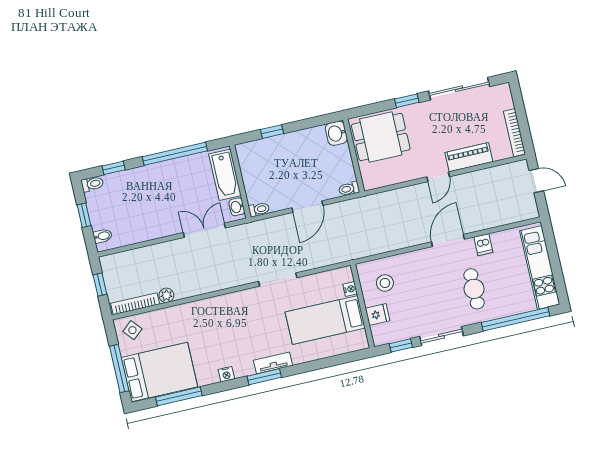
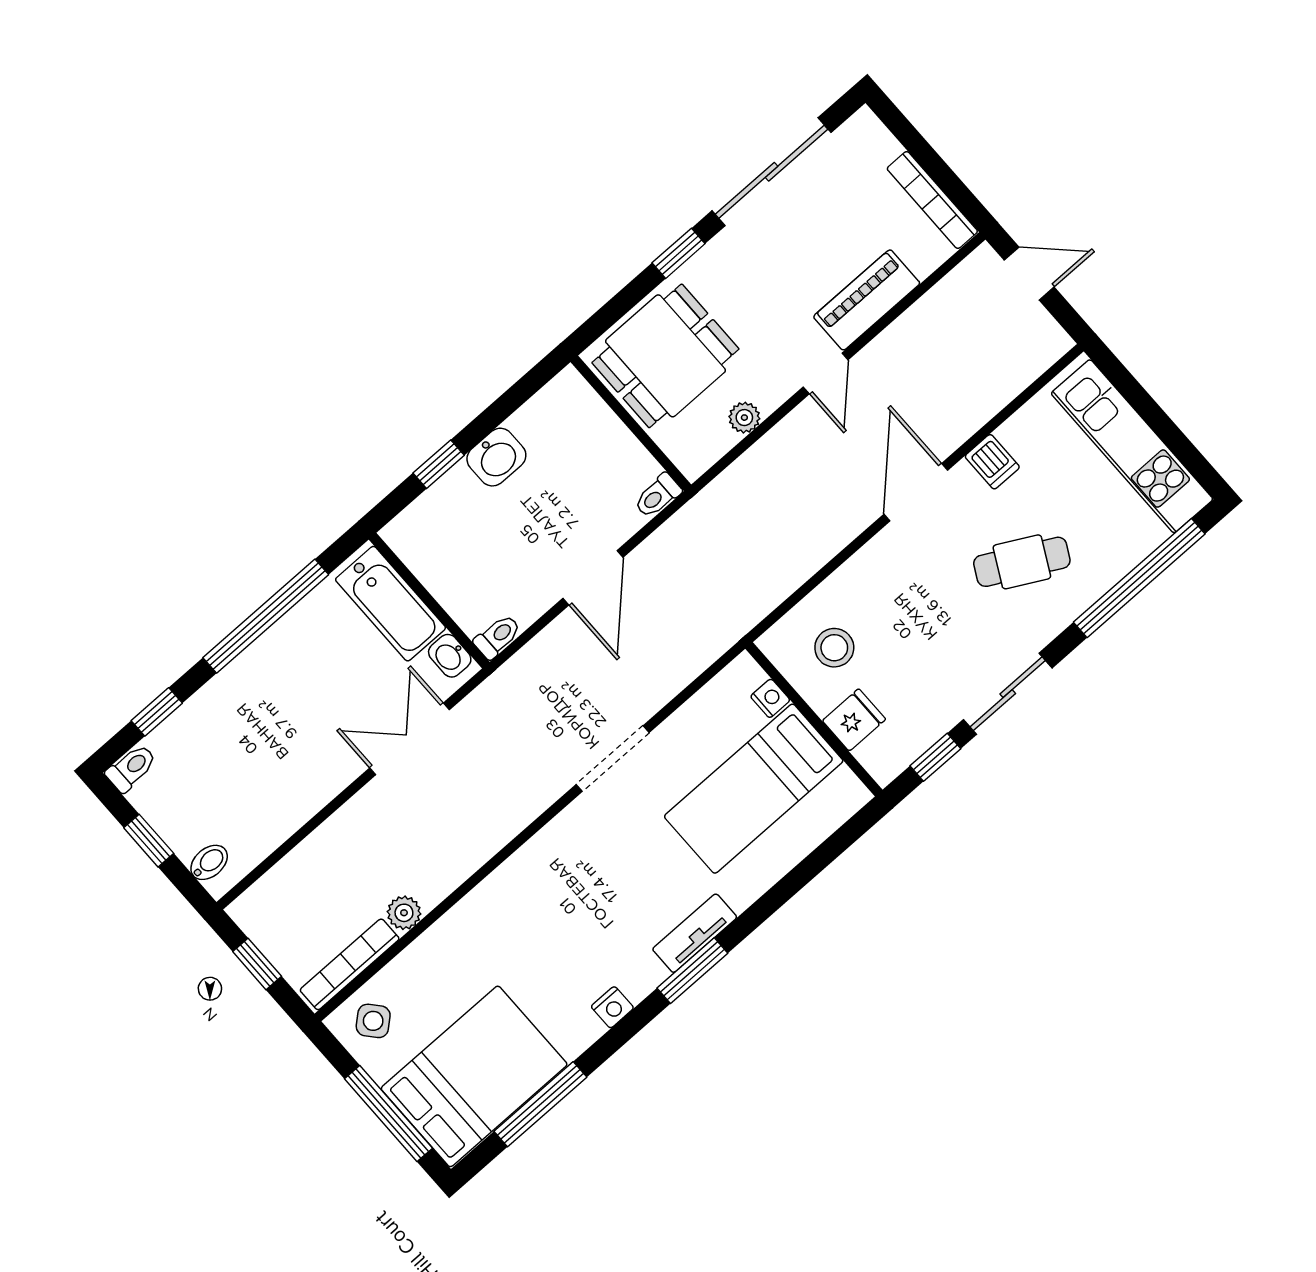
washbasin: (336, 133) -> (496, 457), moved, turned -90
plant: (398, 177) -> (744, 418), added
cafe table: (474, 289) -> (1022, 562), turned -62

